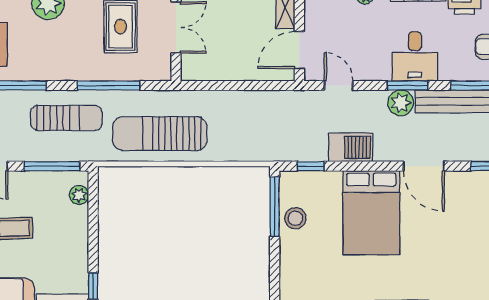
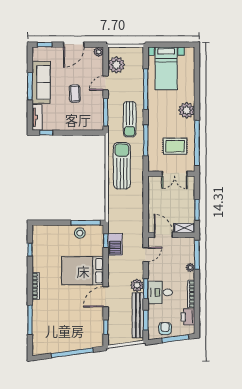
barbecue: (351, 147) -> (115, 244), moved
plant: (79, 195) -> (91, 126), removed

